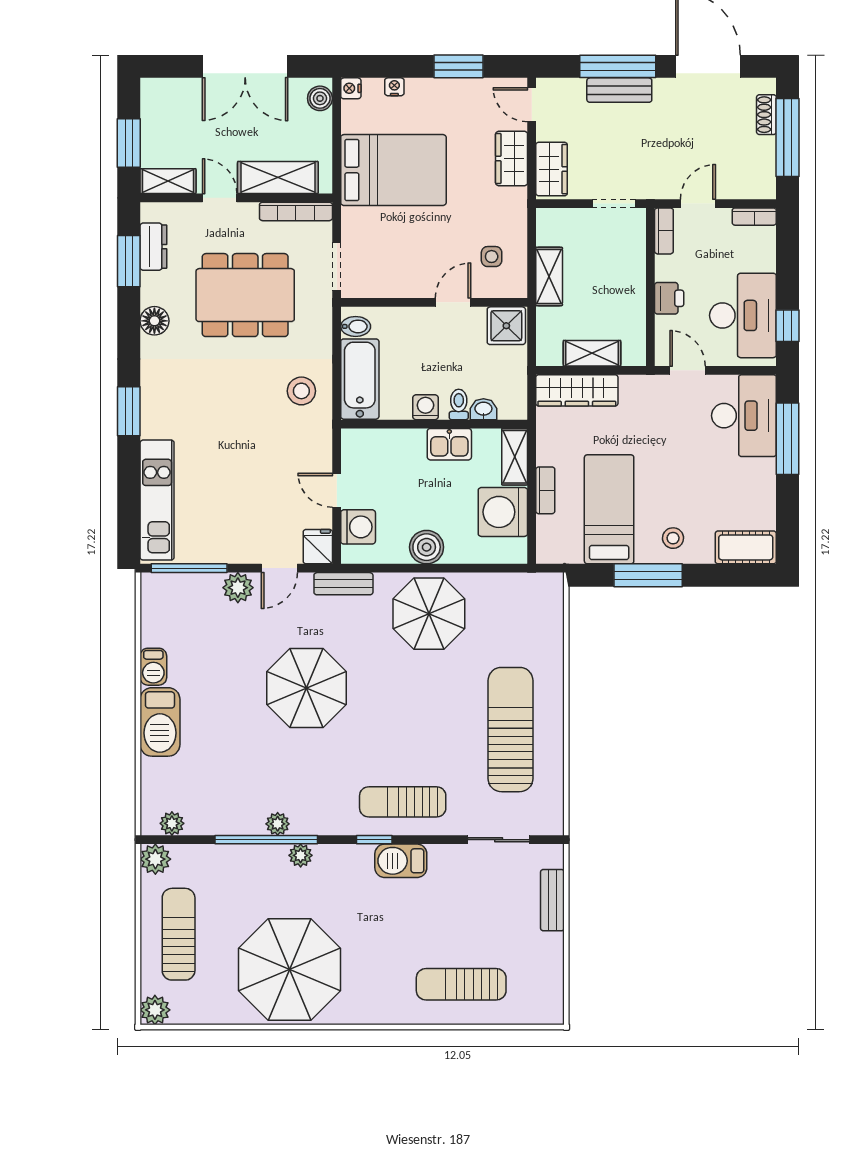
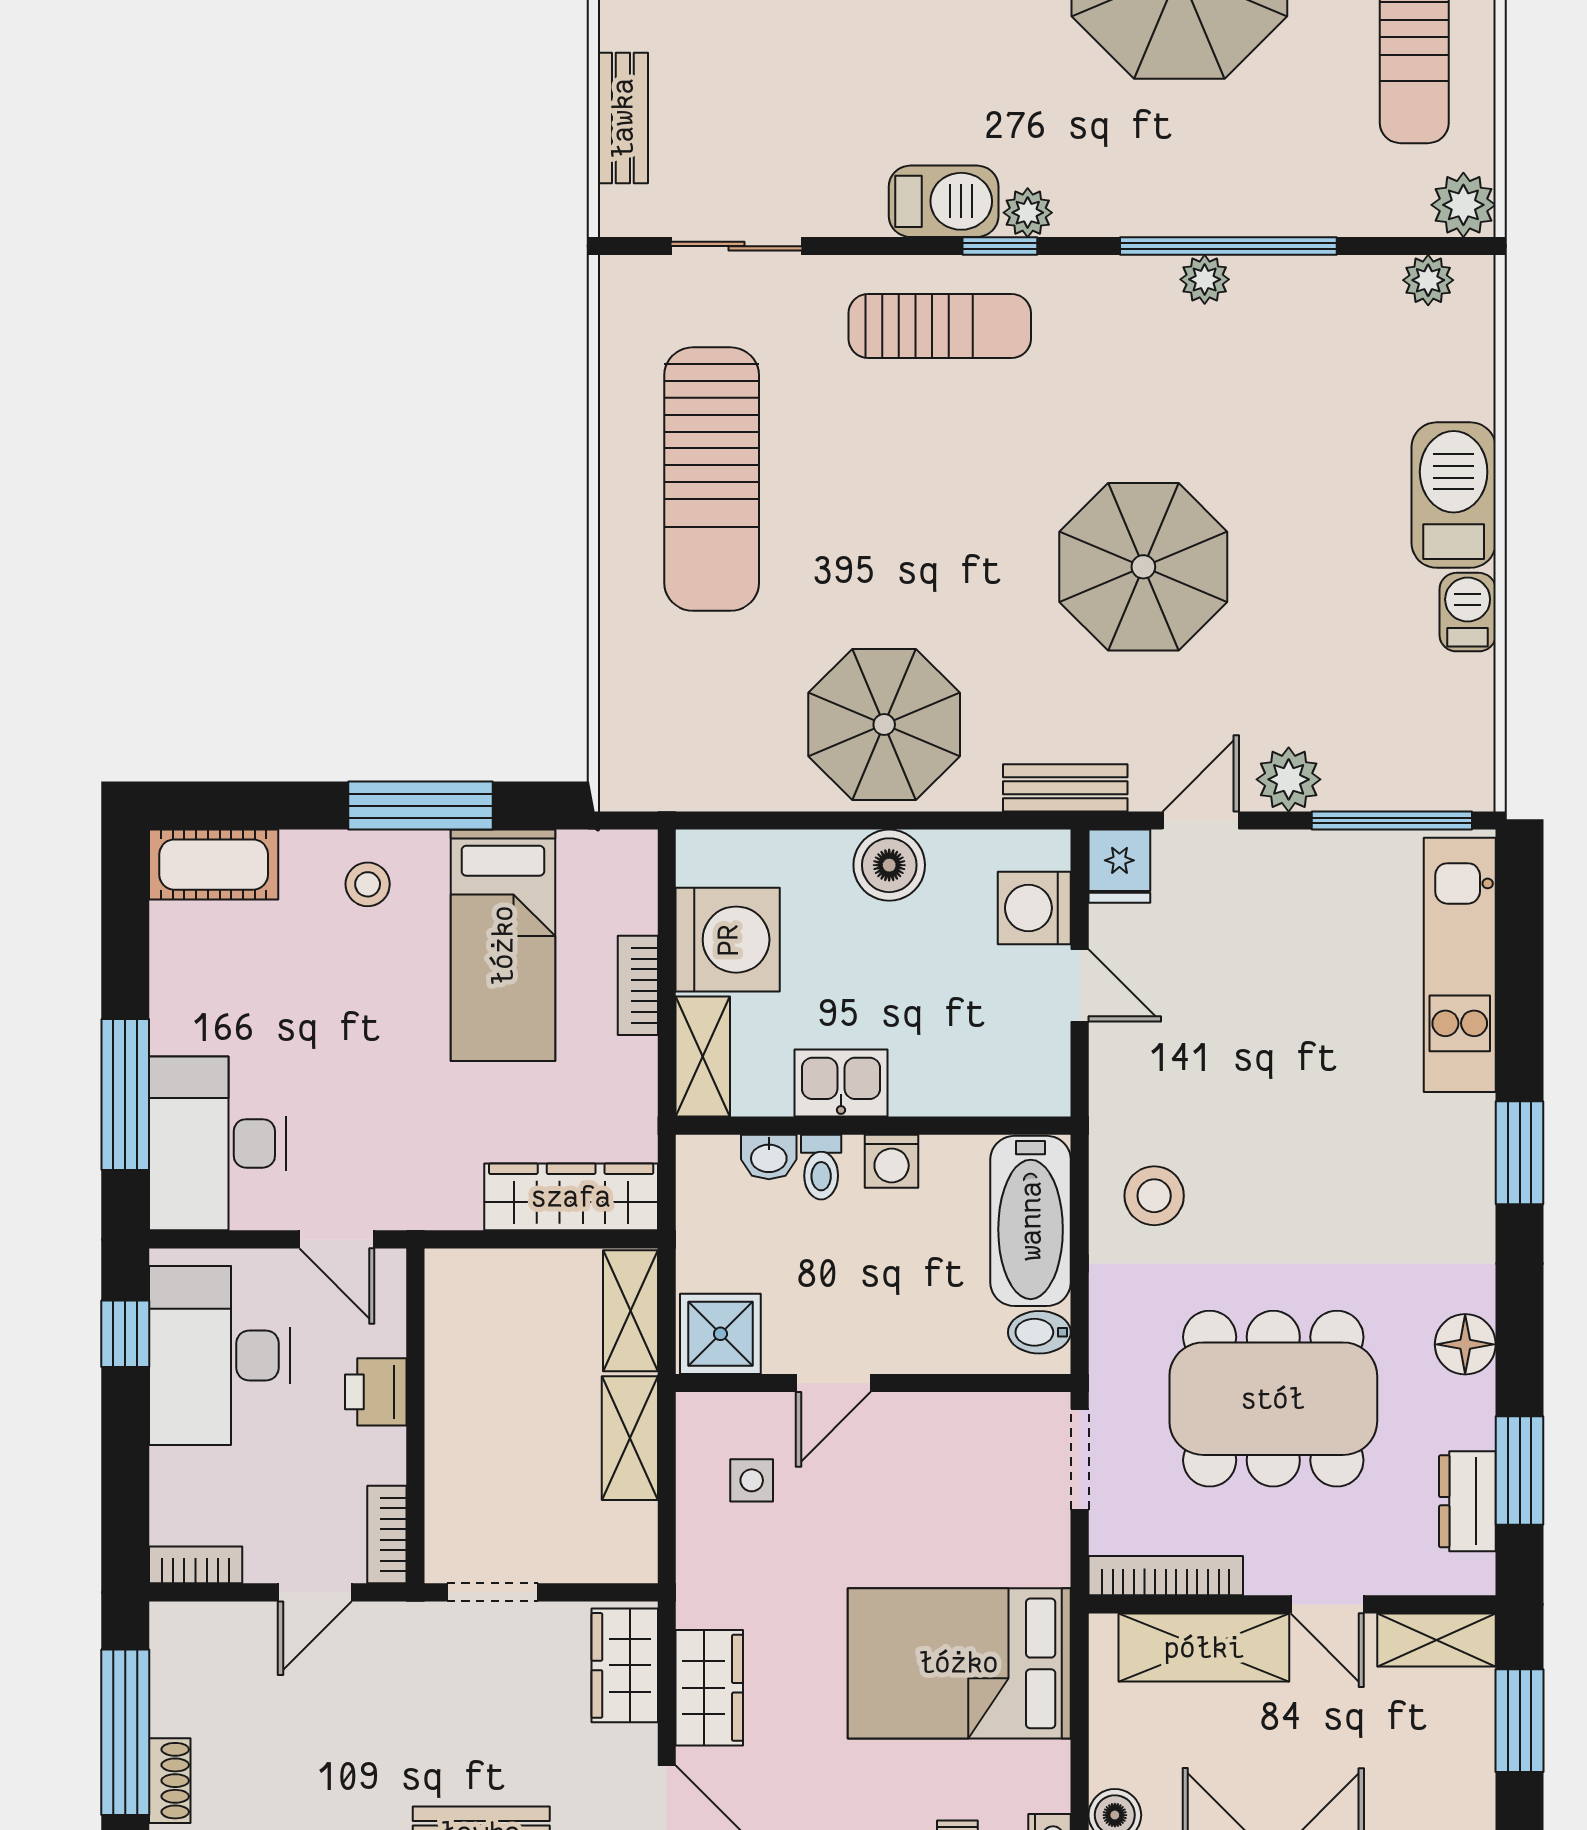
shelving: (592, 353) -> (631, 1311), moved, turned 90
plant: (301, 855) -> (1028, 213), moved

